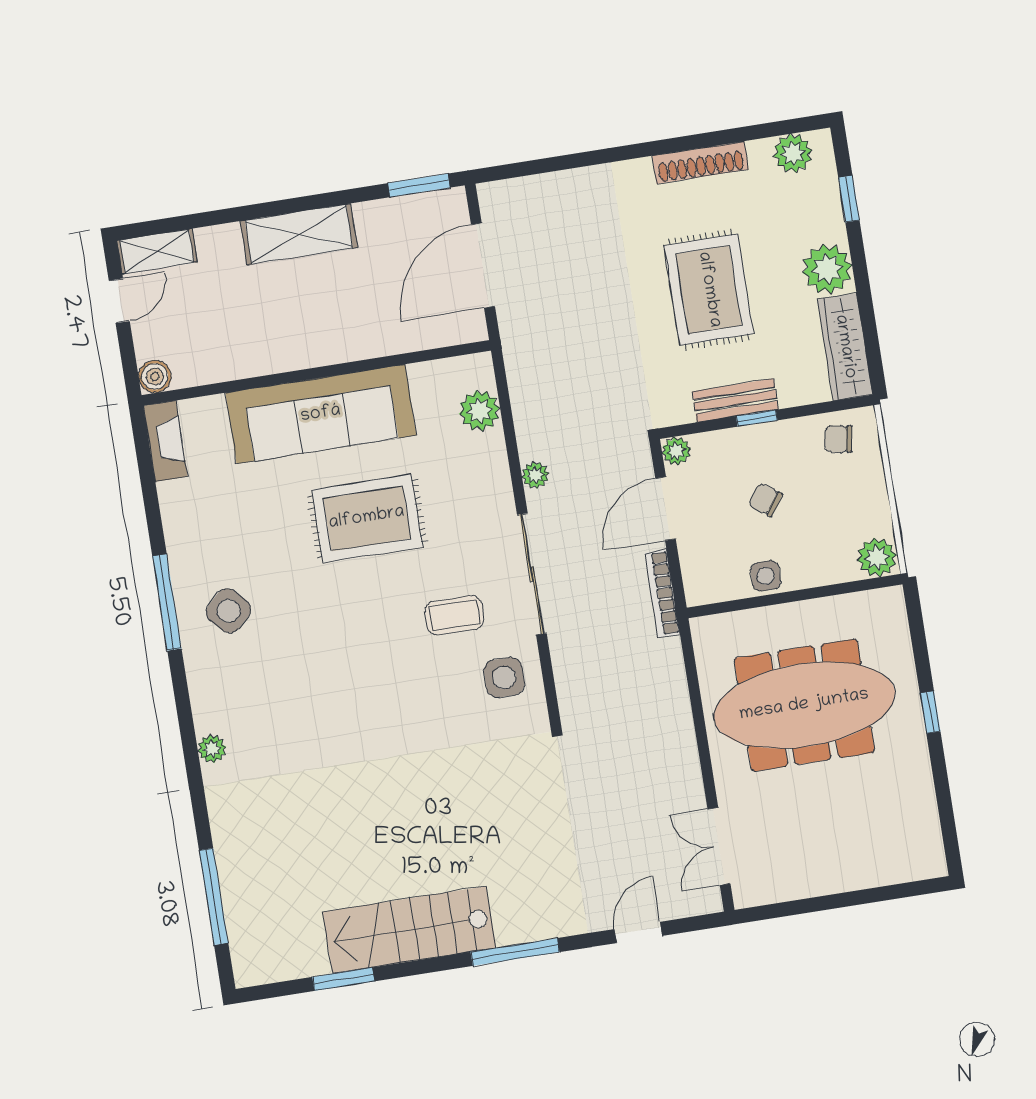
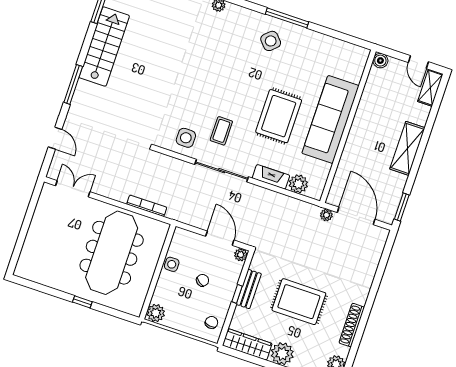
fireplace: (165, 441) -> (271, 177), moved, turned 180
plant: (535, 475) -> (326, 215), moved
bookcase: (662, 593) -> (147, 206), moved

